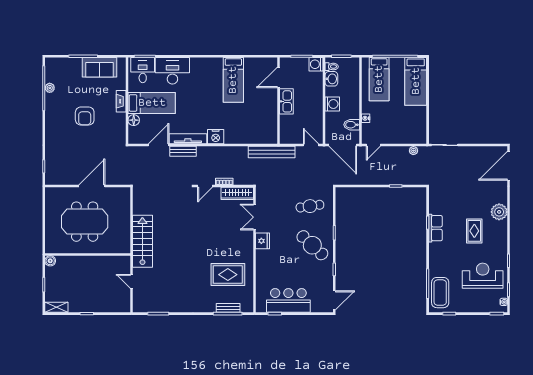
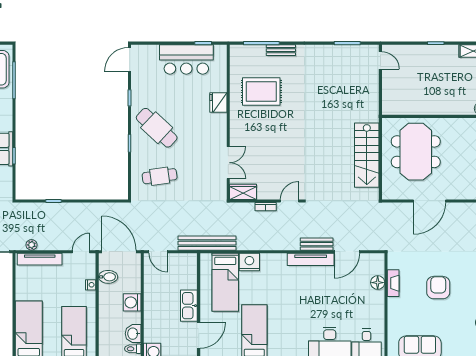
fireplace: (121, 101) -> (393, 283), moved
bed: (152, 103) -> (225, 282), moved, turned -90
nightstand: (216, 137) -> (249, 262), moved
tv unit: (407, 139) -> (40, 259), added
wardrobe: (237, 193) -> (243, 192), width x0.67
meeting table: (85, 222) -> (416, 152), moved, turned 90
stairs: (142, 241) -> (367, 155), moved
fridge: (262, 241) -> (218, 103), moved
door: (131, 281) -> (380, 60), moved
bench: (228, 308) -> (281, 50), moved

